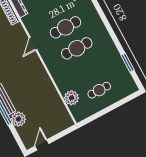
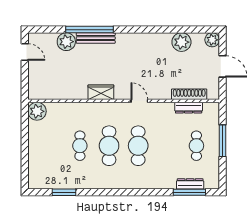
wardrobe: (42, 75) -> (101, 92), added
cafe table: (99, 90) -> (80, 146), moved
plant: (71, 98) -> (37, 111), moved

